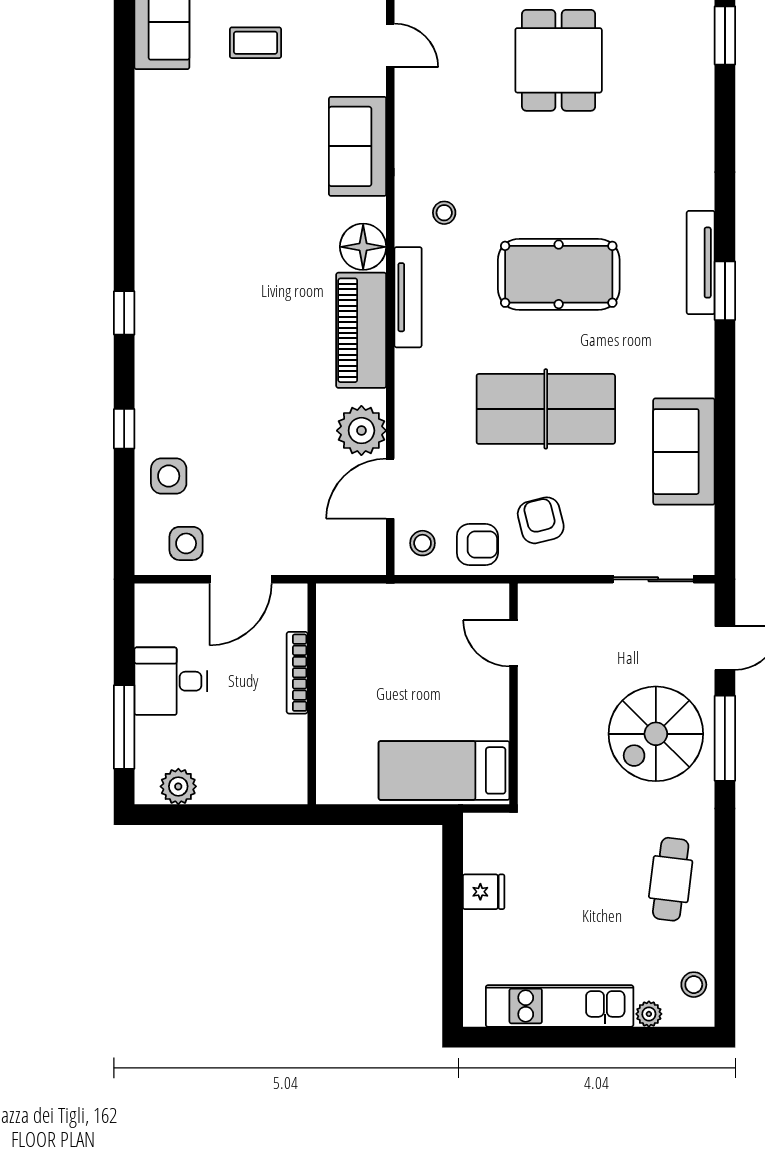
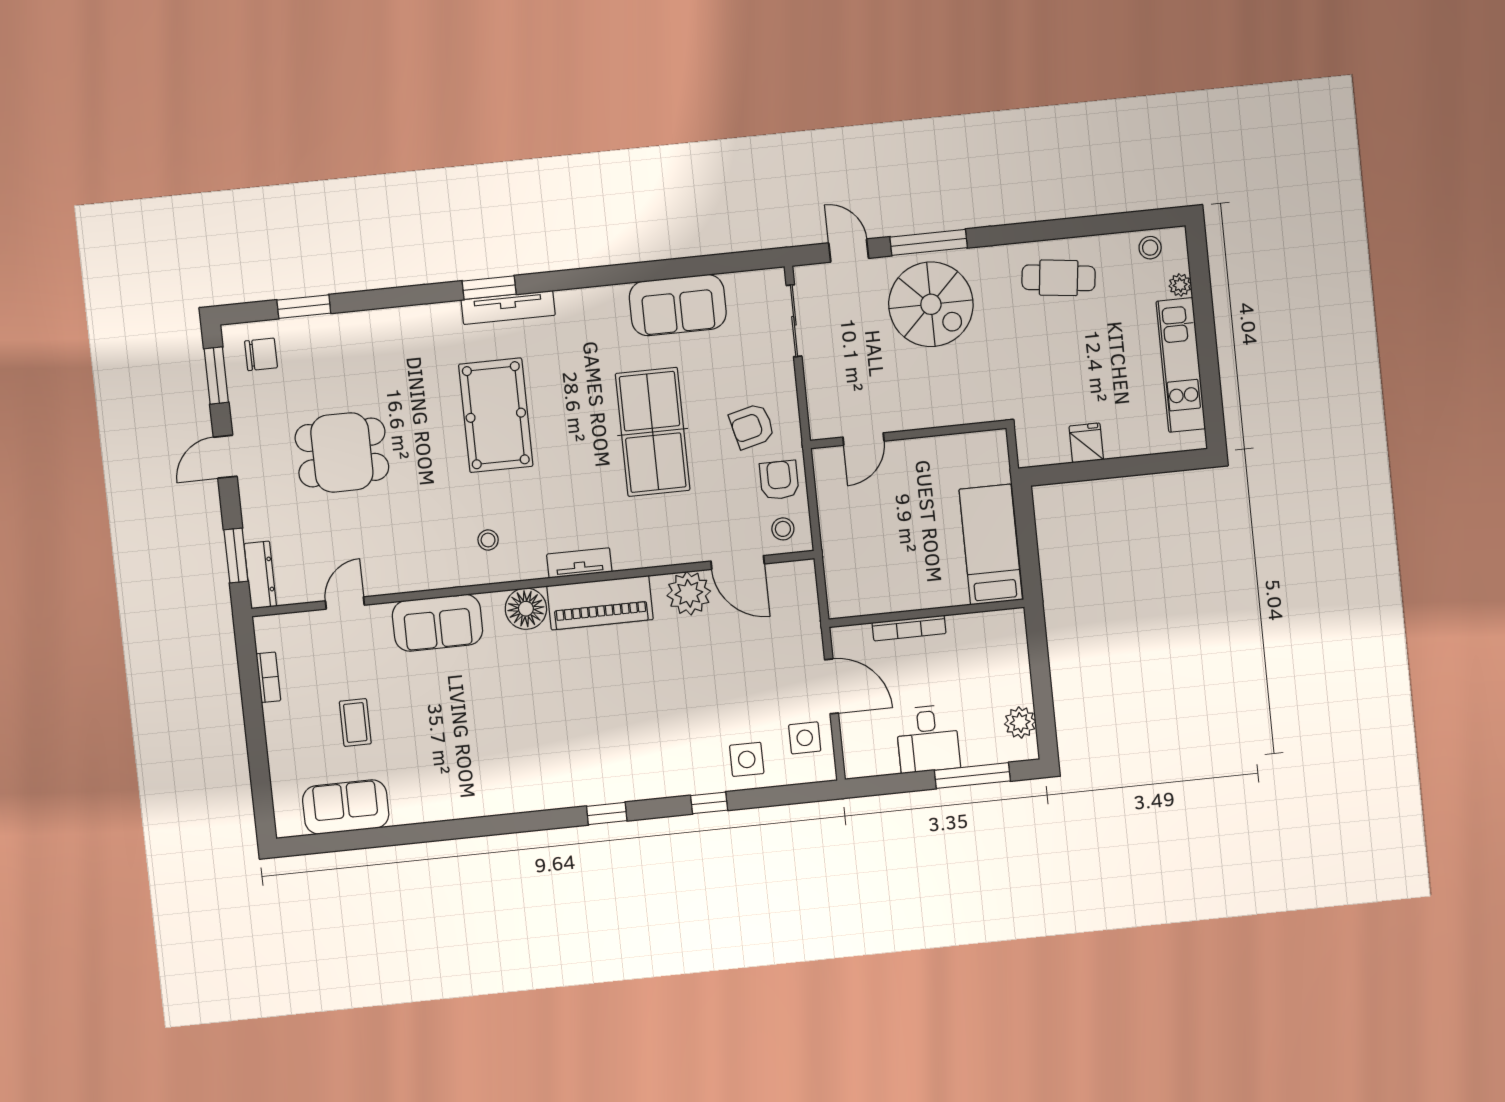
pool table: (559, 274) -> (496, 415), moved
window: (725, 291) -> (489, 288), moved
tv unit: (408, 297) -> (579, 563), width x0.71
bed: (444, 770) -> (991, 544), moved, turned 180

